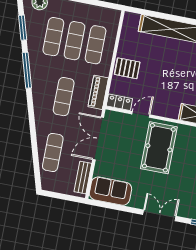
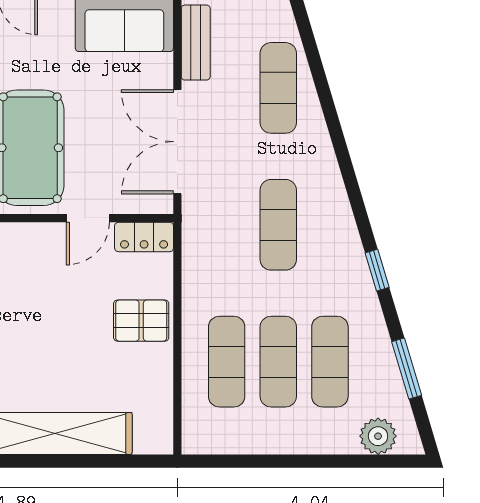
window: (27, 70) -> (377, 270), width x0.46
piano: (98, 92) -> (199, 251), removed
double door: (98, 138) -> (177, 142), swing flipped

